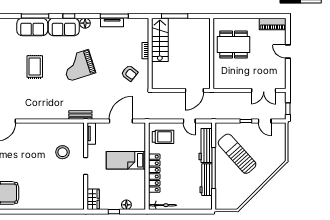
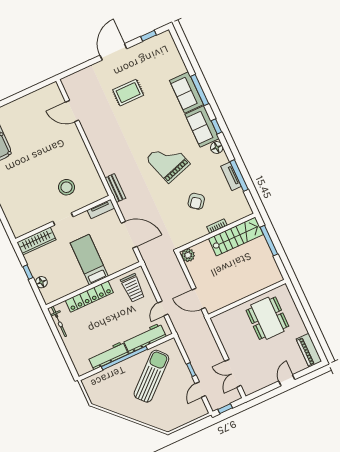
rug: (35, 67) -> (128, 93), moved
armchair: (129, 73) -> (196, 201), moved
plant: (157, 83) -> (188, 255), added
wardrobe: (93, 199) -> (36, 241), width x1.50

